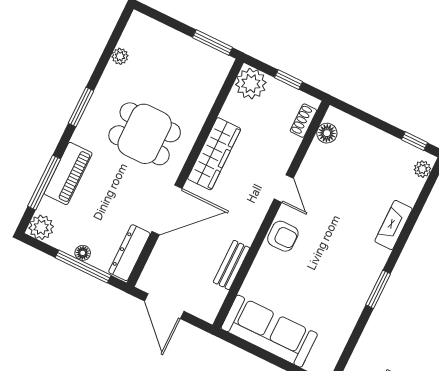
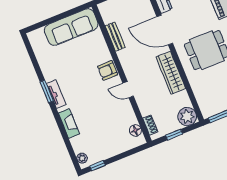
door: (167, 210) -> (165, 30), hinge flipped
tv unit: (371, 274) -> (56, 94), added

